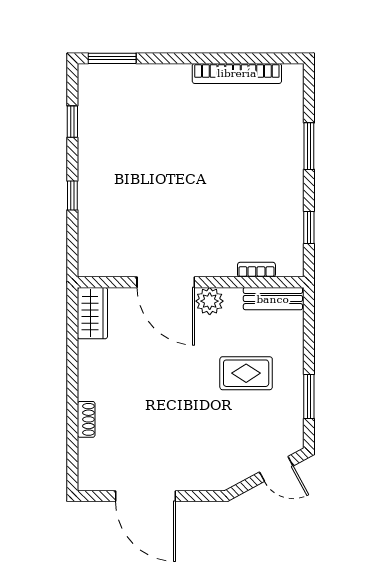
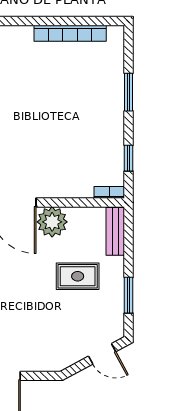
bookcase: (256, 270) -> (109, 192), moved
bench: (273, 299) -> (115, 231), moved, turned 90
plant: (210, 301) -> (52, 222), width x1.36, depth x1.36

